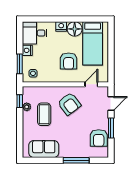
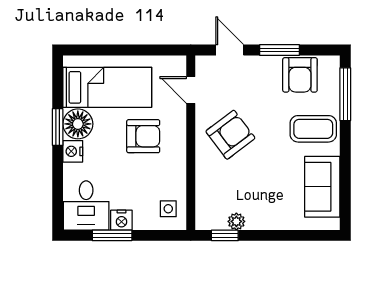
window: (73, 19) -> (58, 127), added
window: (20, 64) -> (112, 235), moved
coffee table: (44, 114) -> (313, 129), moved
armchair: (99, 138) -> (300, 75), turned 90
window: (76, 160) -> (345, 94), moved

